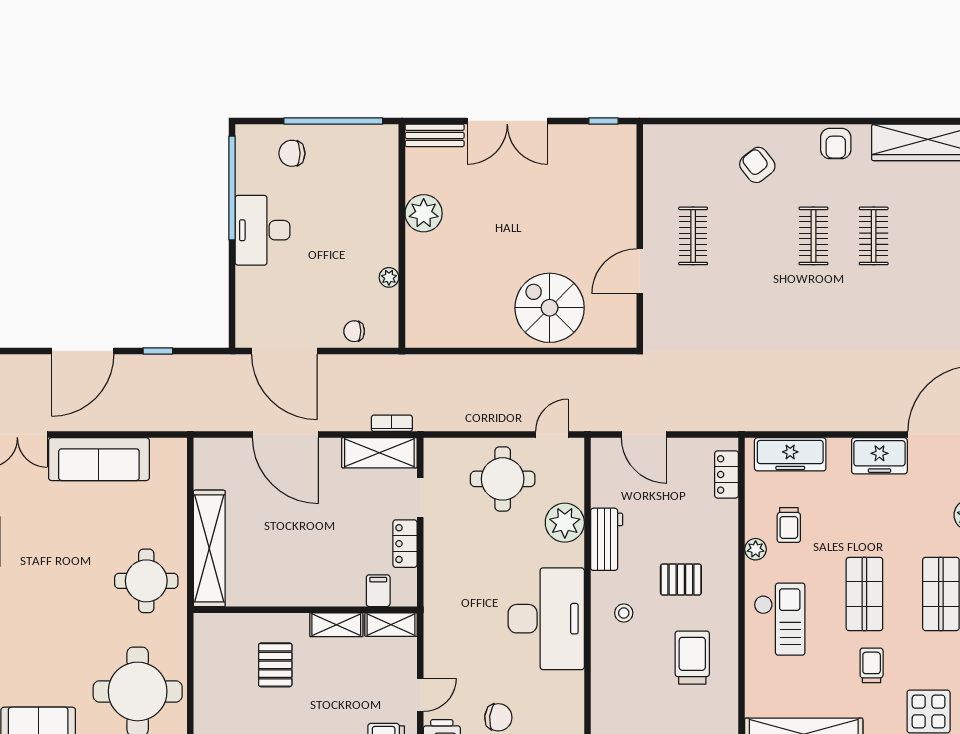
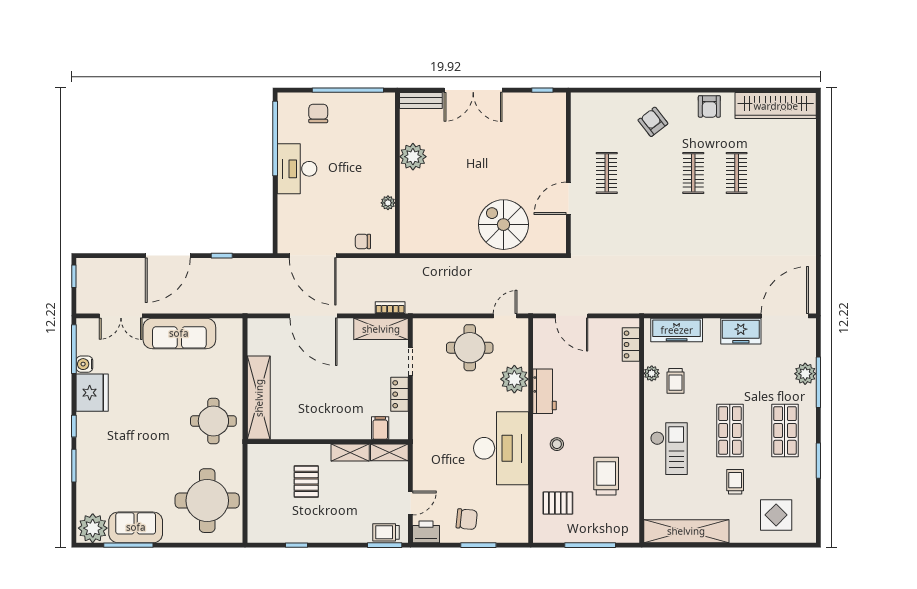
chair: (292, 153) -> (318, 113), turned 90
plant: (756, 549) -> (652, 373), moved
pallet: (681, 580) -> (558, 503), moved

